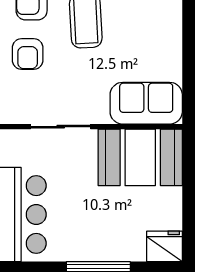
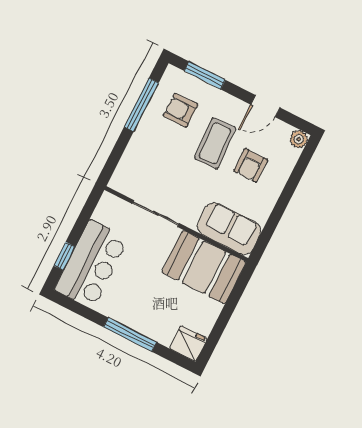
armchair: (28, 54) -> (251, 165), moved

